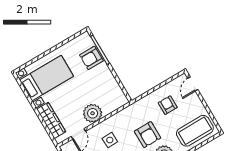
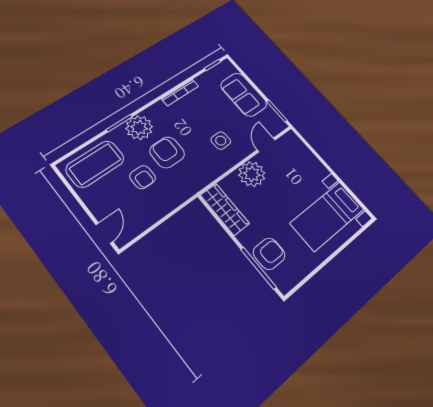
armchair: (168, 105) -> (143, 177), moved
wardrobe: (51, 120) -> (225, 209), moved, turned 180

